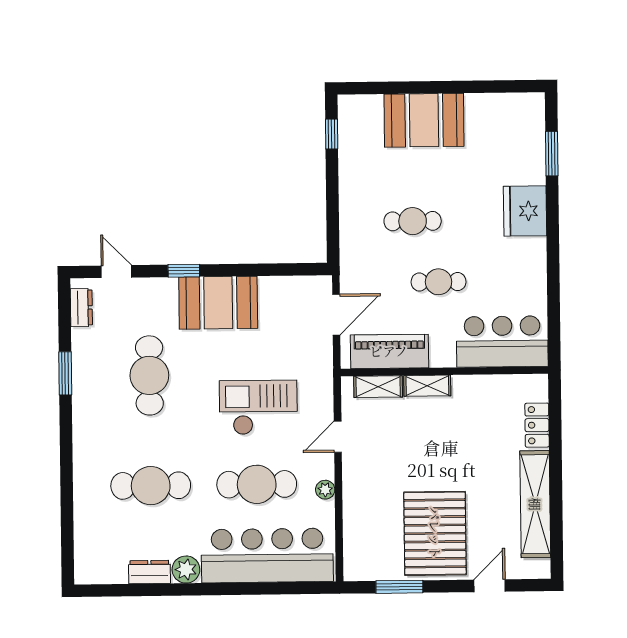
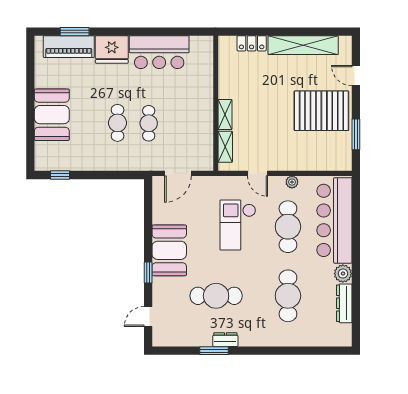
cafe table: (439, 282) -> (149, 123), moved
dresser: (81, 308) -> (225, 340), moved
door: (336, 315) -> (178, 173), swing flipped
bar counter: (502, 342) -> (159, 52), moved, turned -90
piano: (389, 351) -> (69, 47), moved, turned -90
dresser: (149, 572) -> (344, 303), width x1.44

